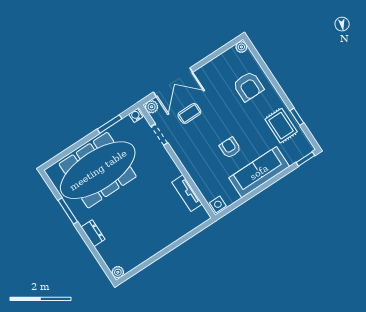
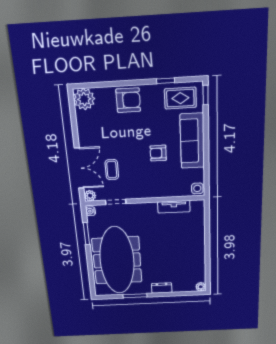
plant: (241, 47) -> (84, 99), width x1.88, depth x1.88
armchair: (248, 86) -> (128, 100), moved
rug: (281, 126) -> (180, 98), moved

